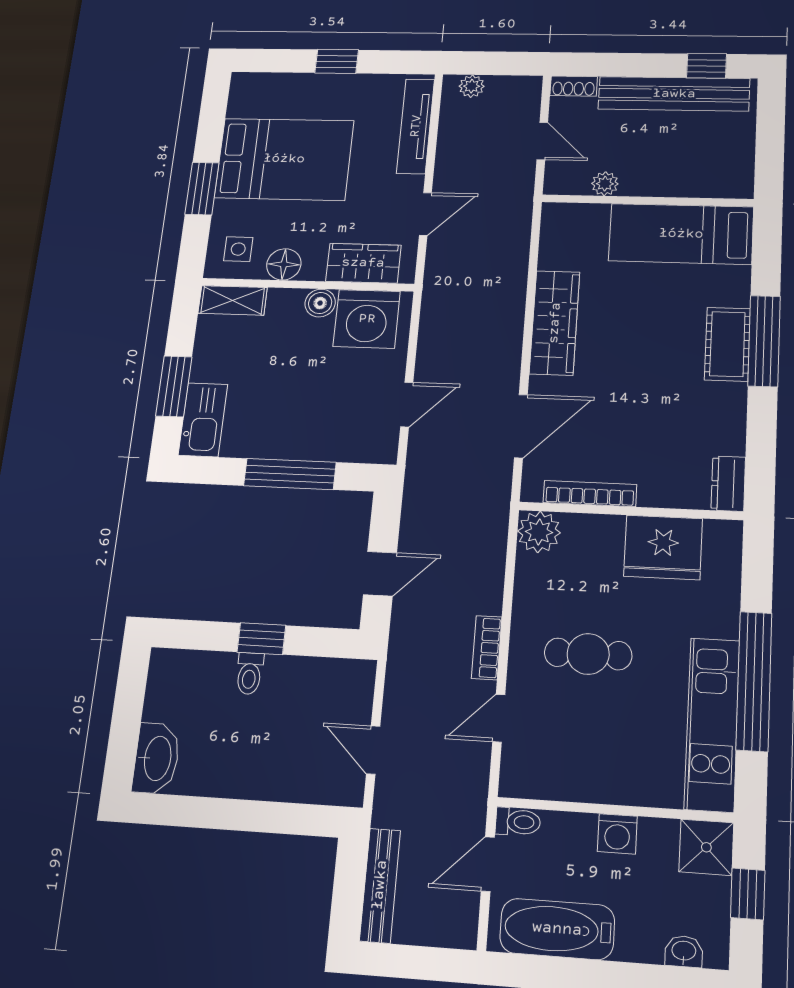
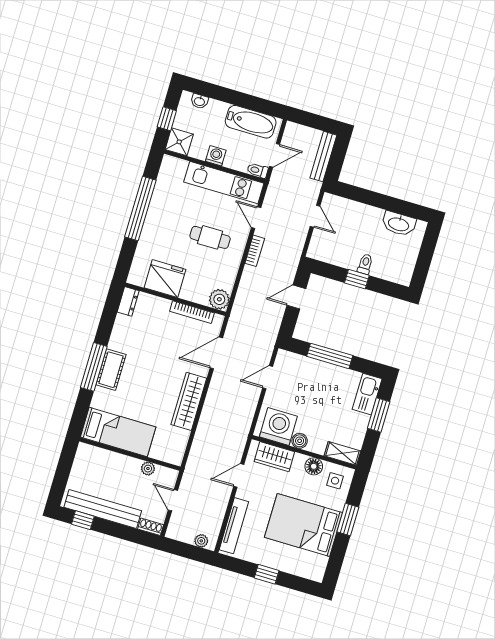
door: (499, 718) -> (256, 218), swing flipped
kitchen unit: (712, 724) -> (224, 183), moved, turned 90
washbasin: (156, 758) -> (399, 224), moved, turned -90

